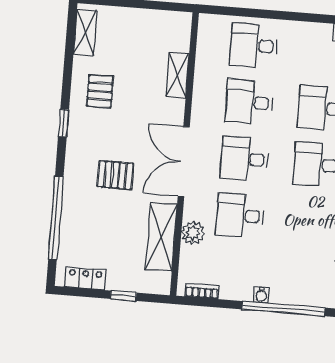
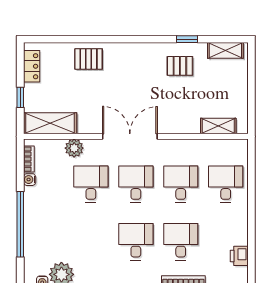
shelving: (177, 75) -> (218, 126), moved
window: (63, 123) -> (187, 39), moved
pallet: (115, 175) -> (89, 59), moved, turned 90
window: (56, 218) -> (77, 39), removed
shelving: (161, 237) -> (50, 123), moved
water cooler: (261, 295) -> (30, 180), moved

